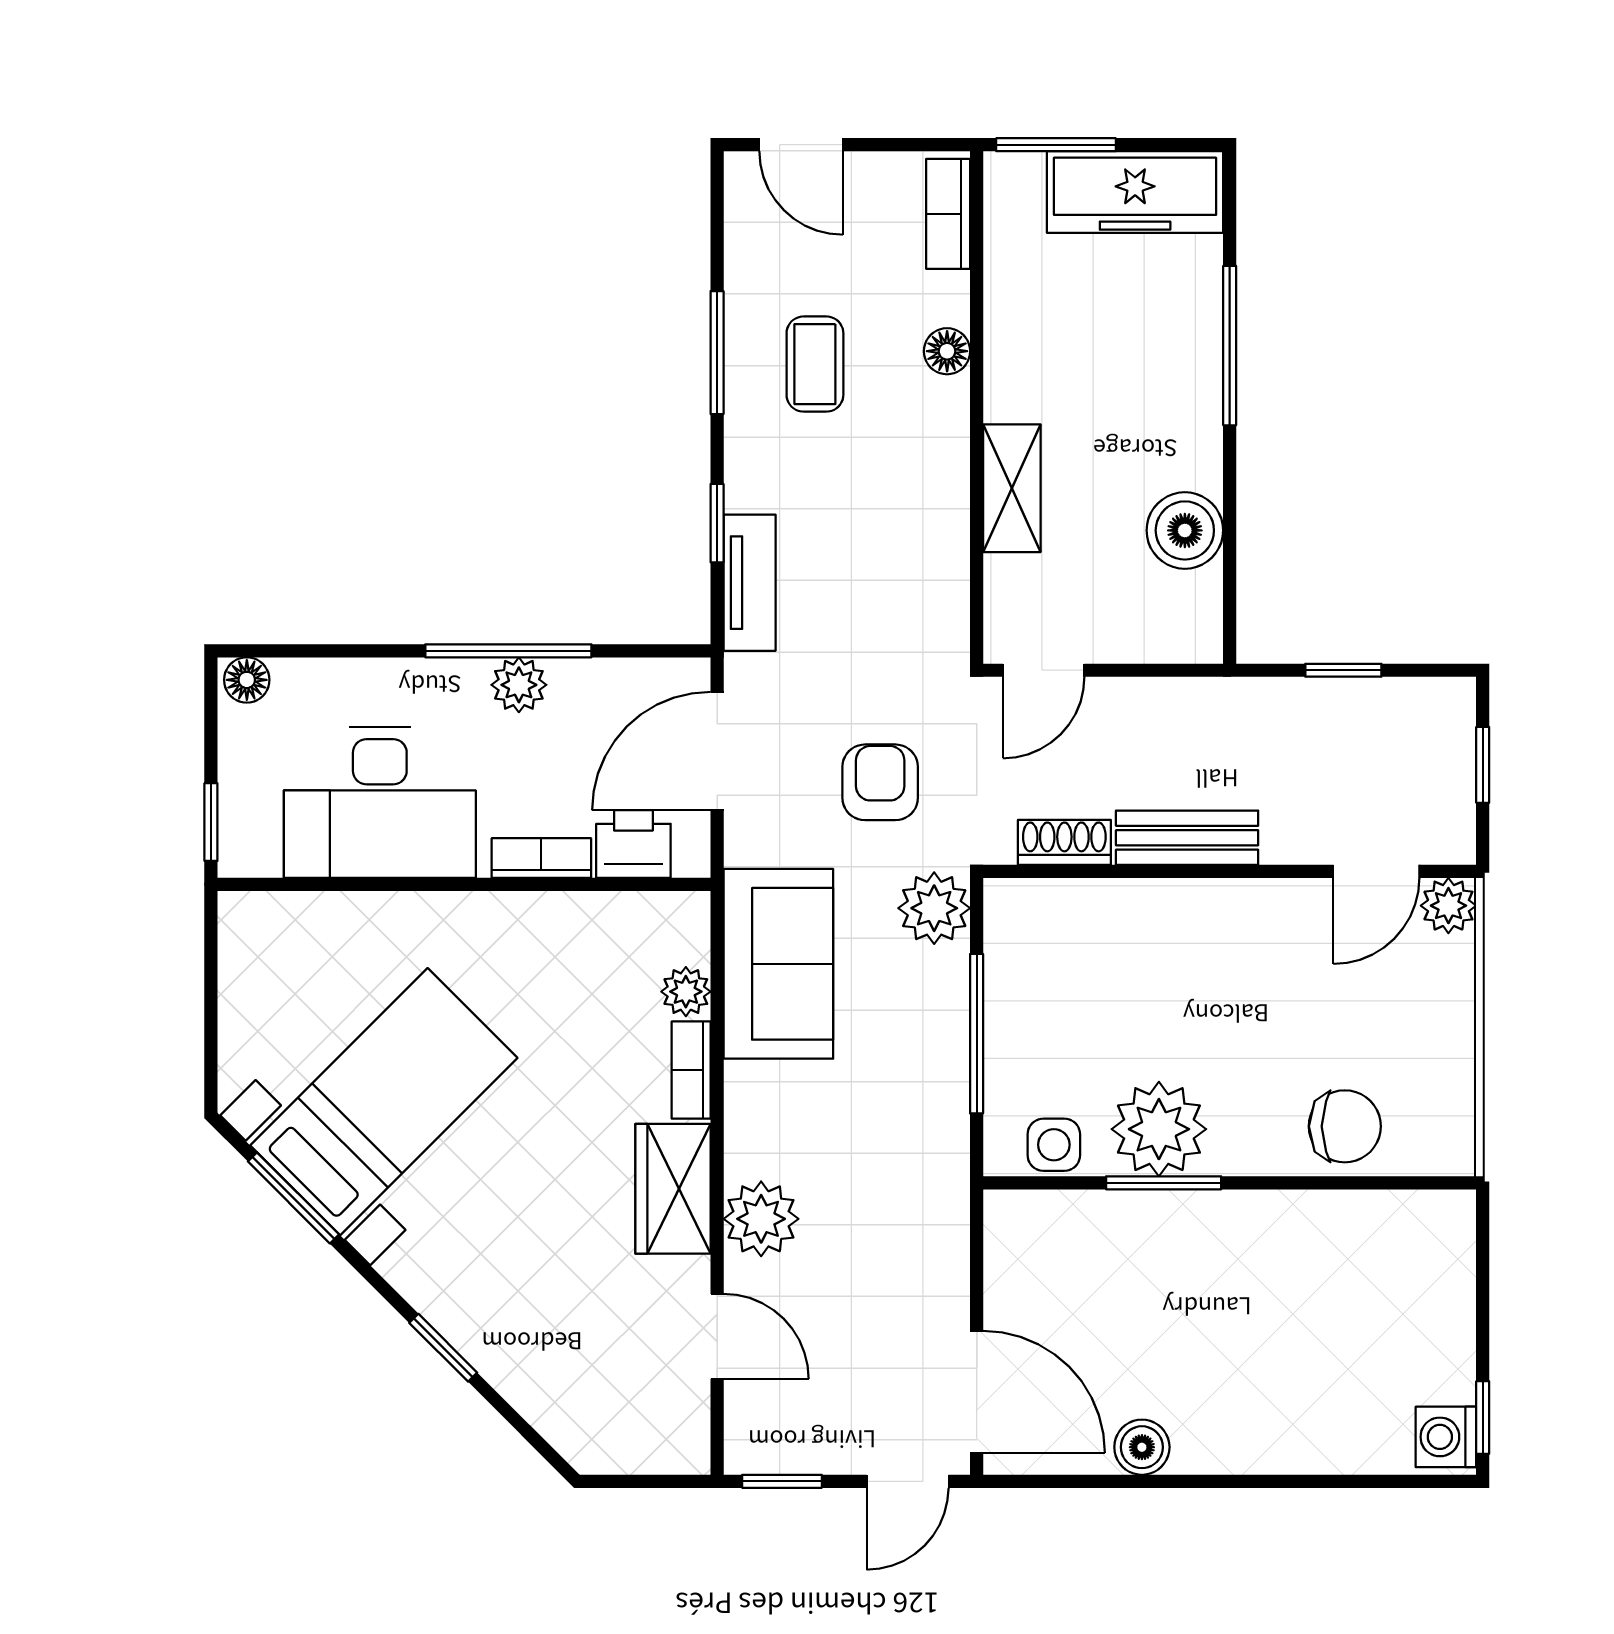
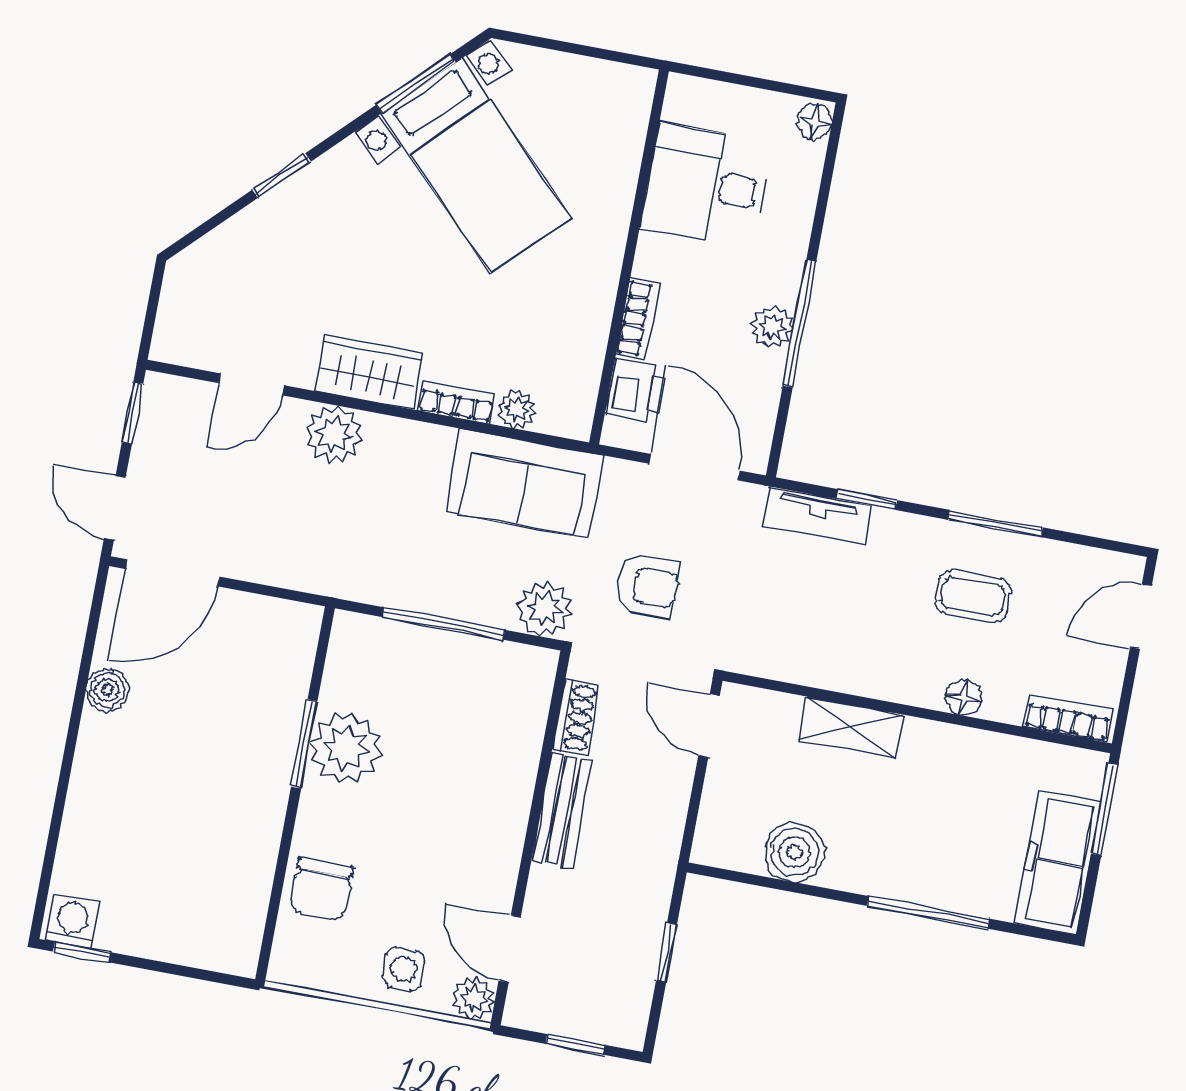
desk: (380, 802) -> (707, 185), width x0.73
window: (211, 822) -> (712, 74), removed
side table: (1054, 1145) -> (404, 969), moved

